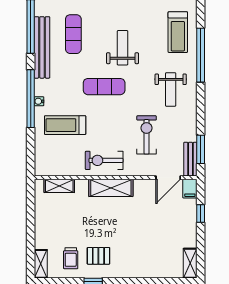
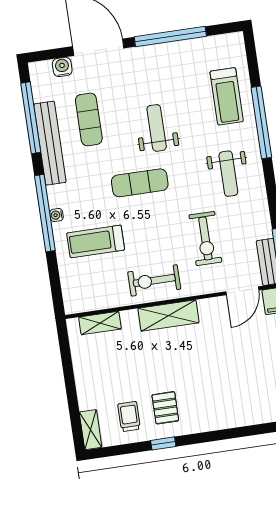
exercise bike: (147, 135) -> (205, 238), turned 180
pallet: (98, 256) -> (165, 408), turned 90
trolley: (71, 258) -> (129, 417), turned 180

